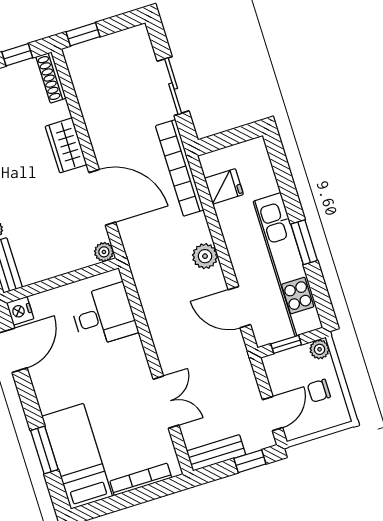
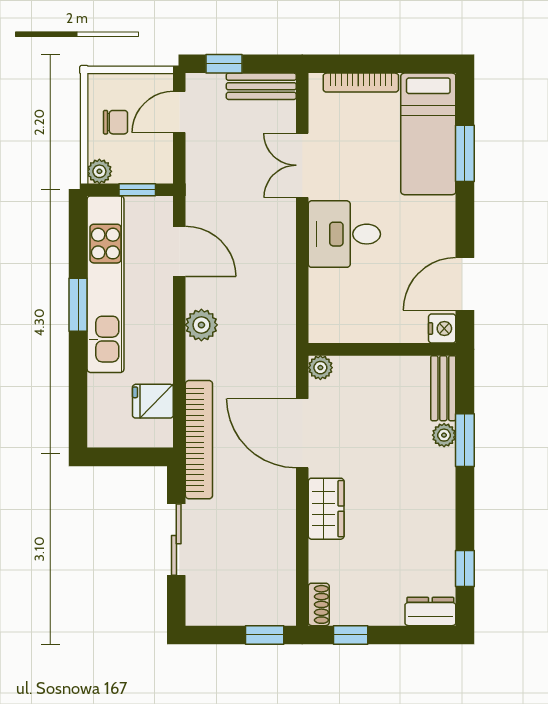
shoe rack: (51, 77) -> (319, 604), width x0.70
desk: (104, 315) -> (344, 234), moved

